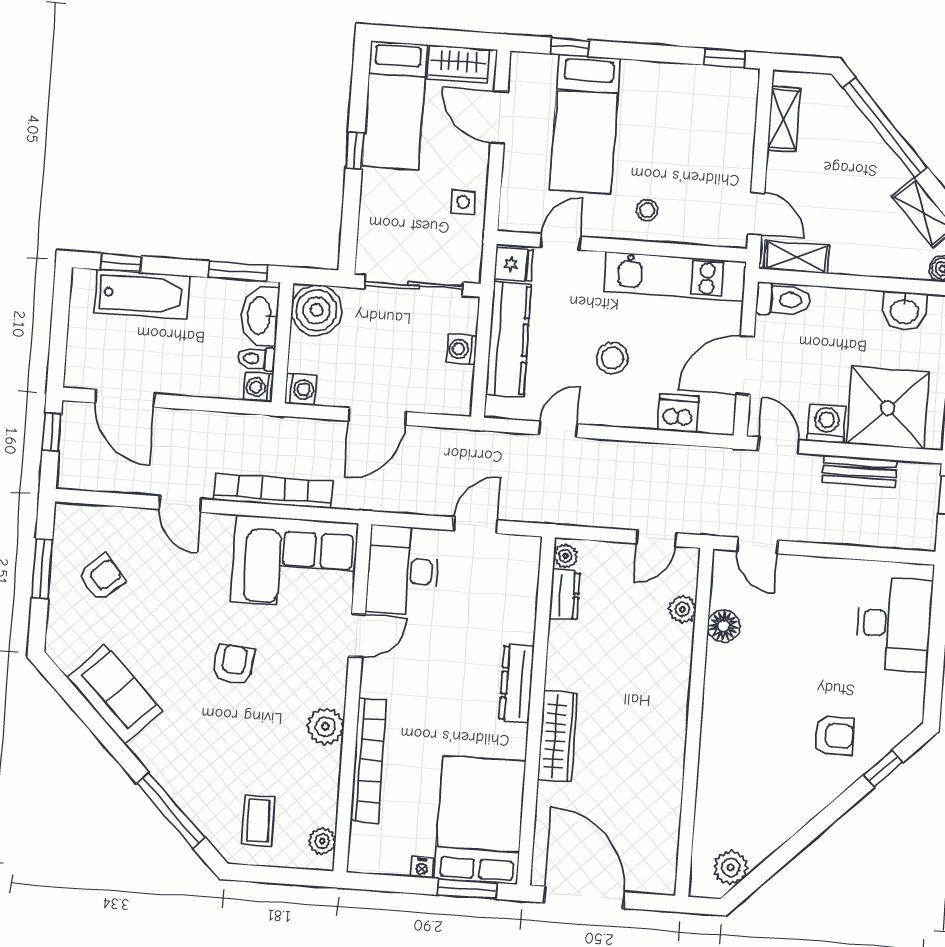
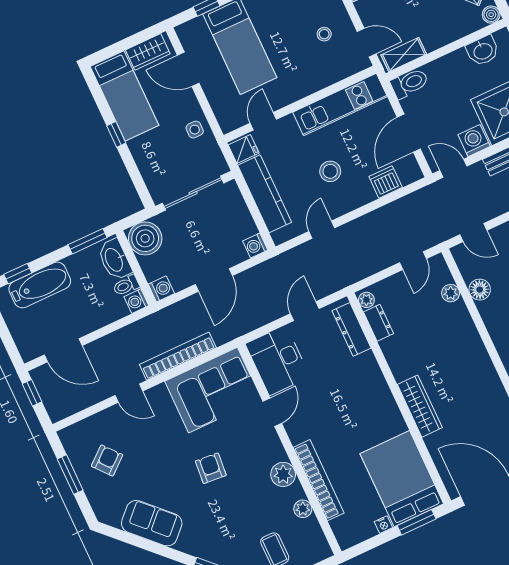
stool: (647, 210) -> (324, 34), moved
washing machine: (462, 349) -> (255, 246), moved
dresser: (517, 684) -> (352, 329), moved
plant: (322, 841) -> (303, 509), moved

